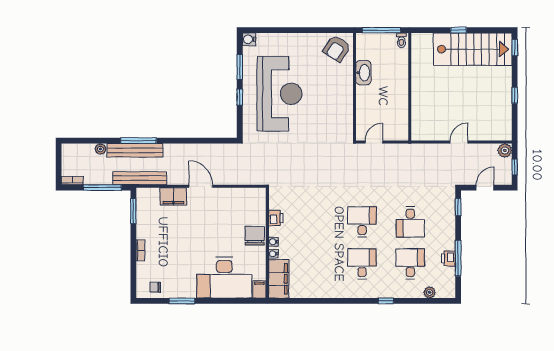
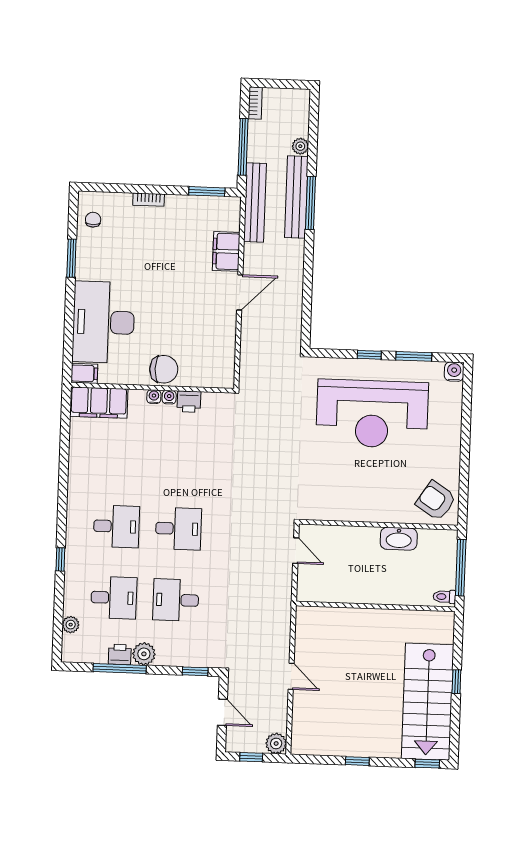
plant: (448, 242) -> (144, 654), added
water cooler: (273, 254) -> (169, 397), moved

